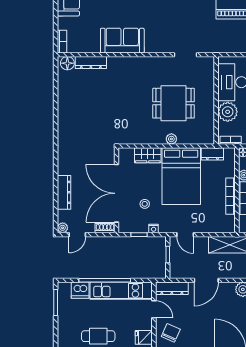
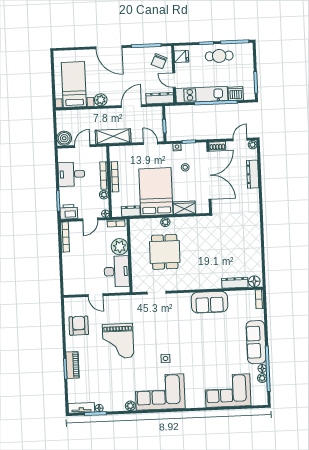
dining table: (174, 103) -> (165, 252), turned 90

